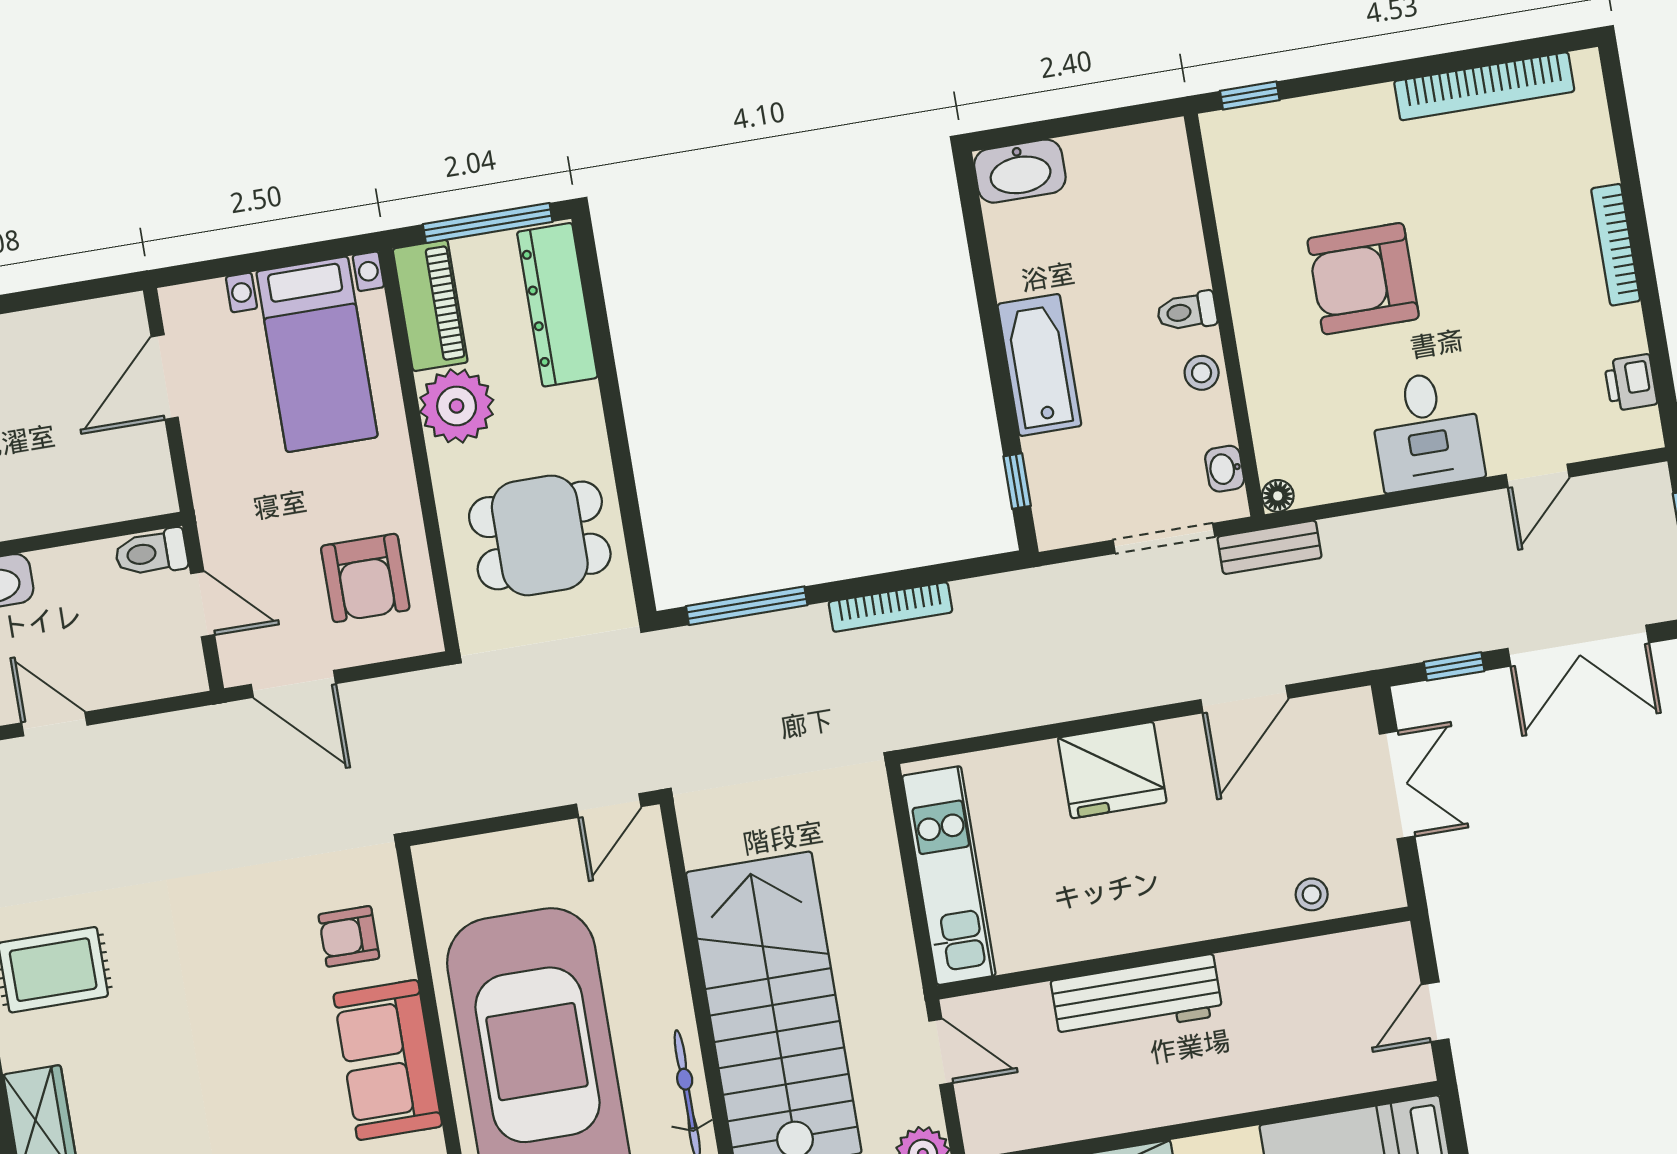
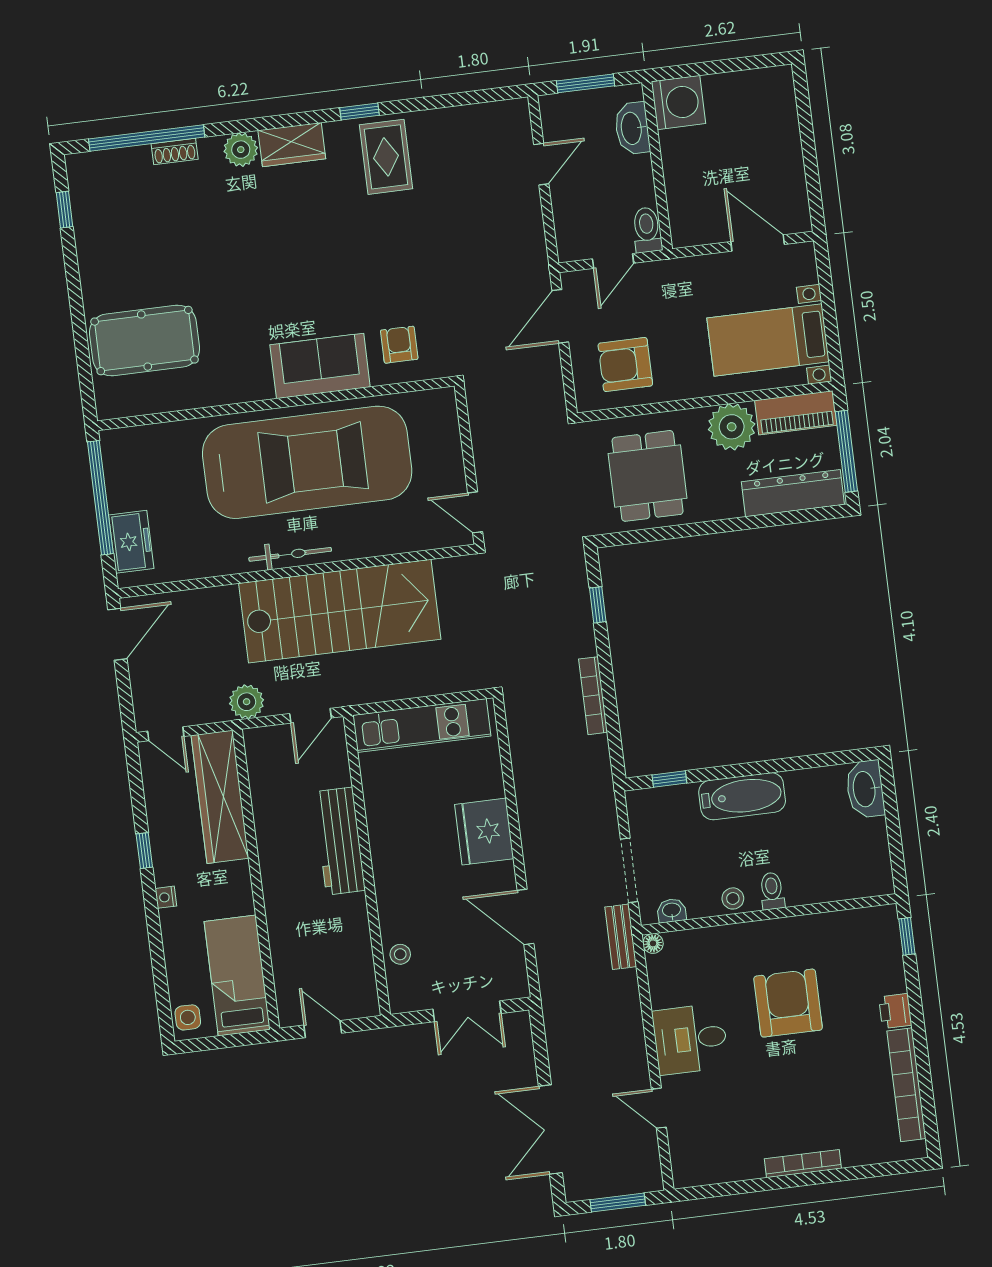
printer: (1631, 383) -> (895, 1011), moved, turned -90
window: (747, 606) -> (598, 605), width x0.46
window: (1454, 666) -> (541, 1050), removed

